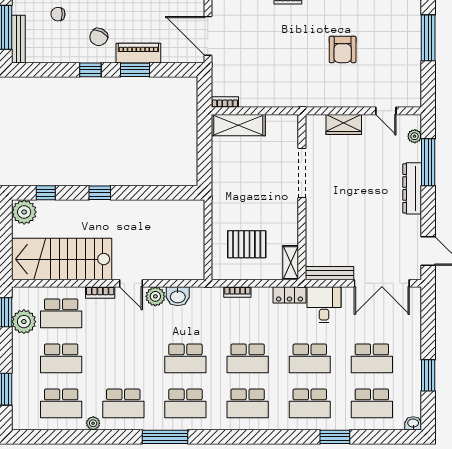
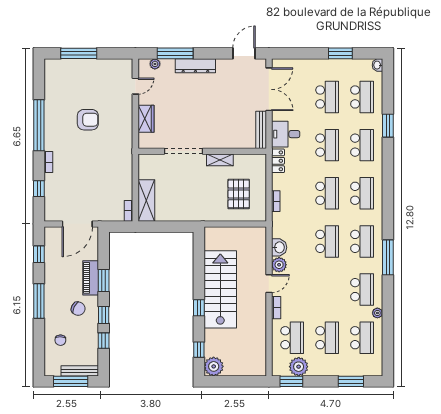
window: (57, 70) -> (104, 341), added
stairs: (62, 259) -> (220, 289), moved, turned 180
shelving: (291, 263) -> (220, 160), moved

